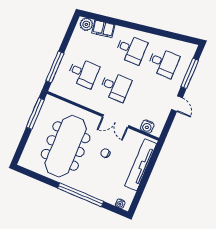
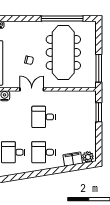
window: (55, 67) -> (99, 112), width x0.69
desk: (83, 73) -> (74, 117), removed
window: (80, 195) -> (62, 18), moved

